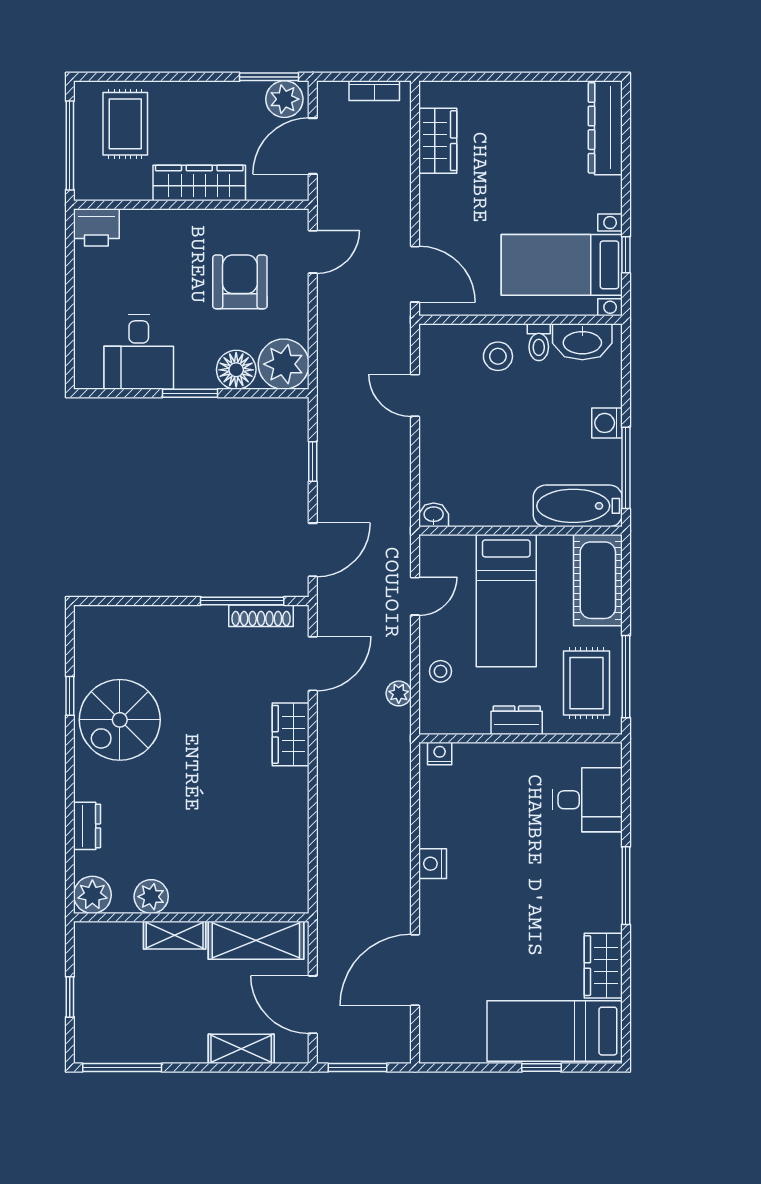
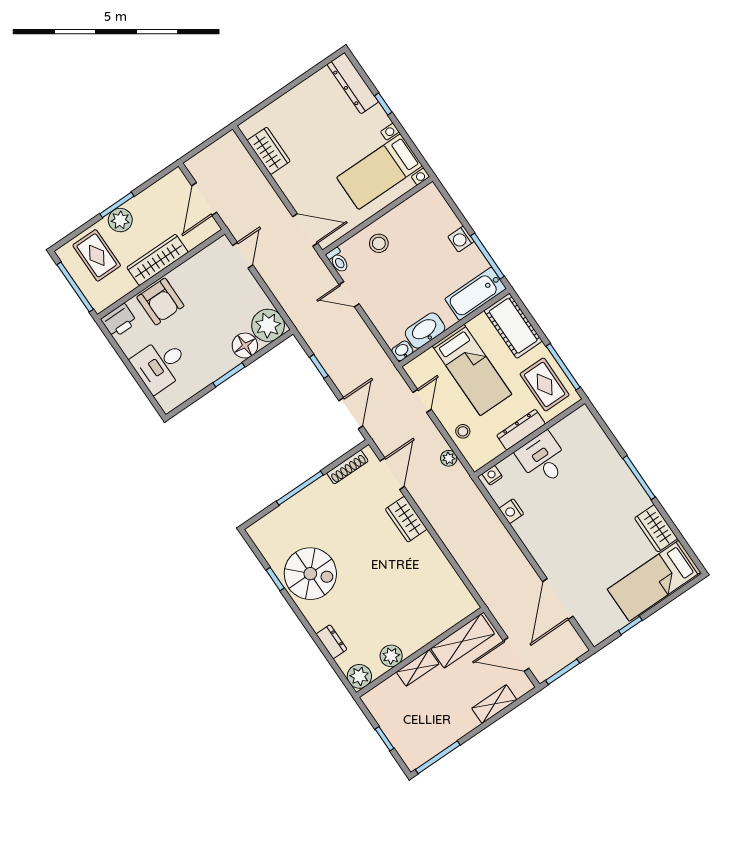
window: (269, 77) -> (117, 205), moved
bookcase: (374, 91) -> (217, 147), removed
plant: (284, 99) -> (120, 220), moved
window: (626, 255) -> (383, 104), moved
armchair: (240, 282) -> (160, 302), moved, turned 180
toilet: (539, 342) -> (338, 260), moved
washbasin: (582, 342) -> (425, 331), moved, turned 180
desk: (139, 352) -> (160, 365), moved, turned 90
window: (242, 601) -> (300, 488), moved
spiral stairs: (120, 720) -> (310, 574), turned -90
dresser: (517, 720) -> (521, 430), width x1.44
desk: (587, 800) -> (543, 459), moved, turned -90
nightstand: (433, 864) -> (511, 511), moved
window: (541, 1068) -> (630, 625), moved

